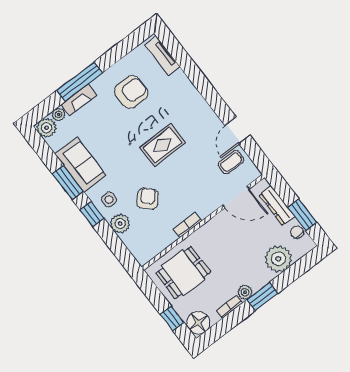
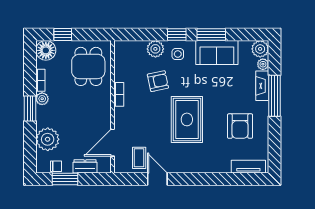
rug: (162, 145) -> (187, 119), width x1.36, depth x1.43
armchair: (148, 199) -> (158, 81), turned -56
dresser: (277, 206) -> (85, 166), width x0.70

